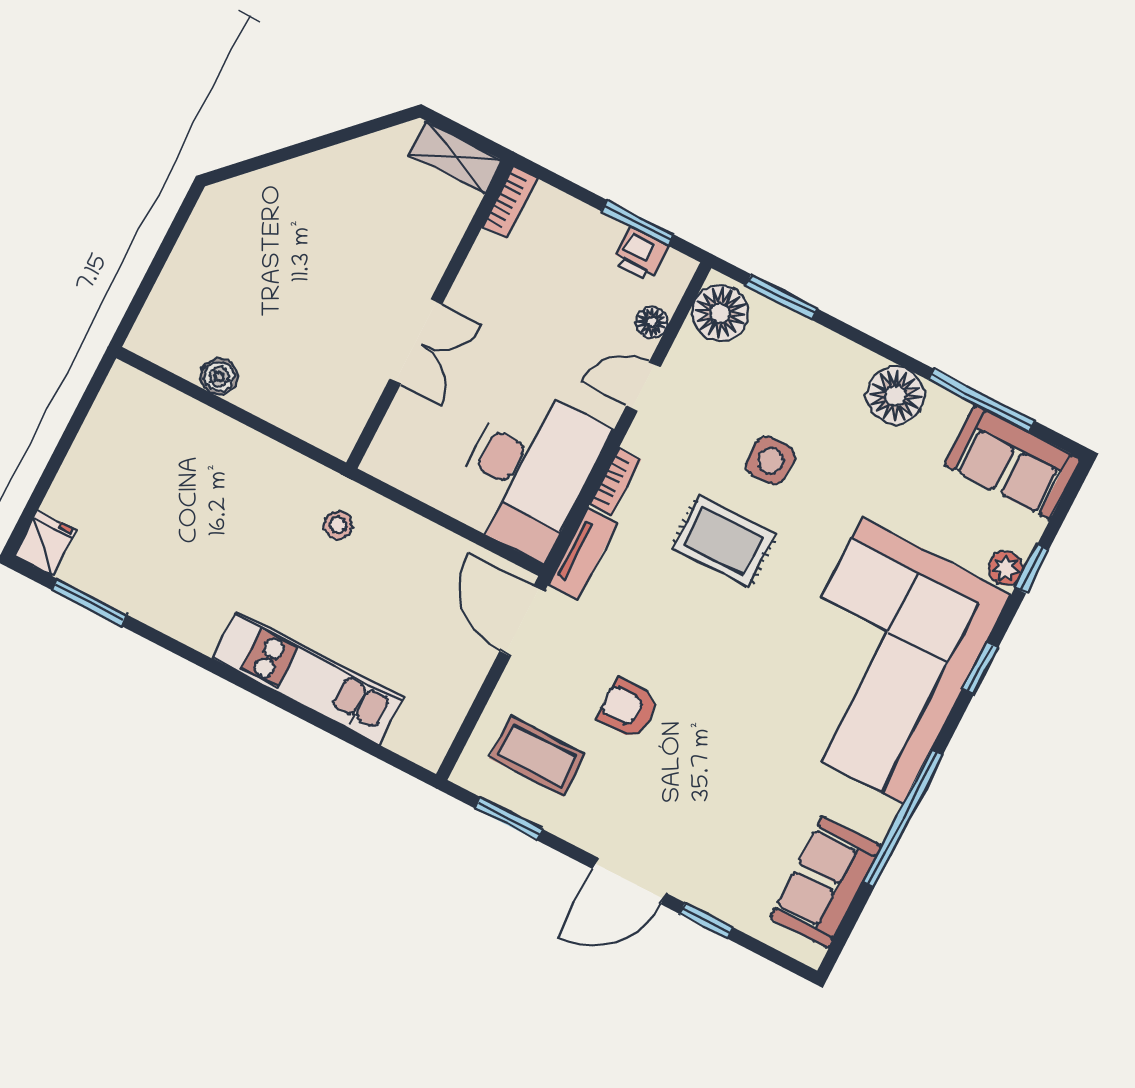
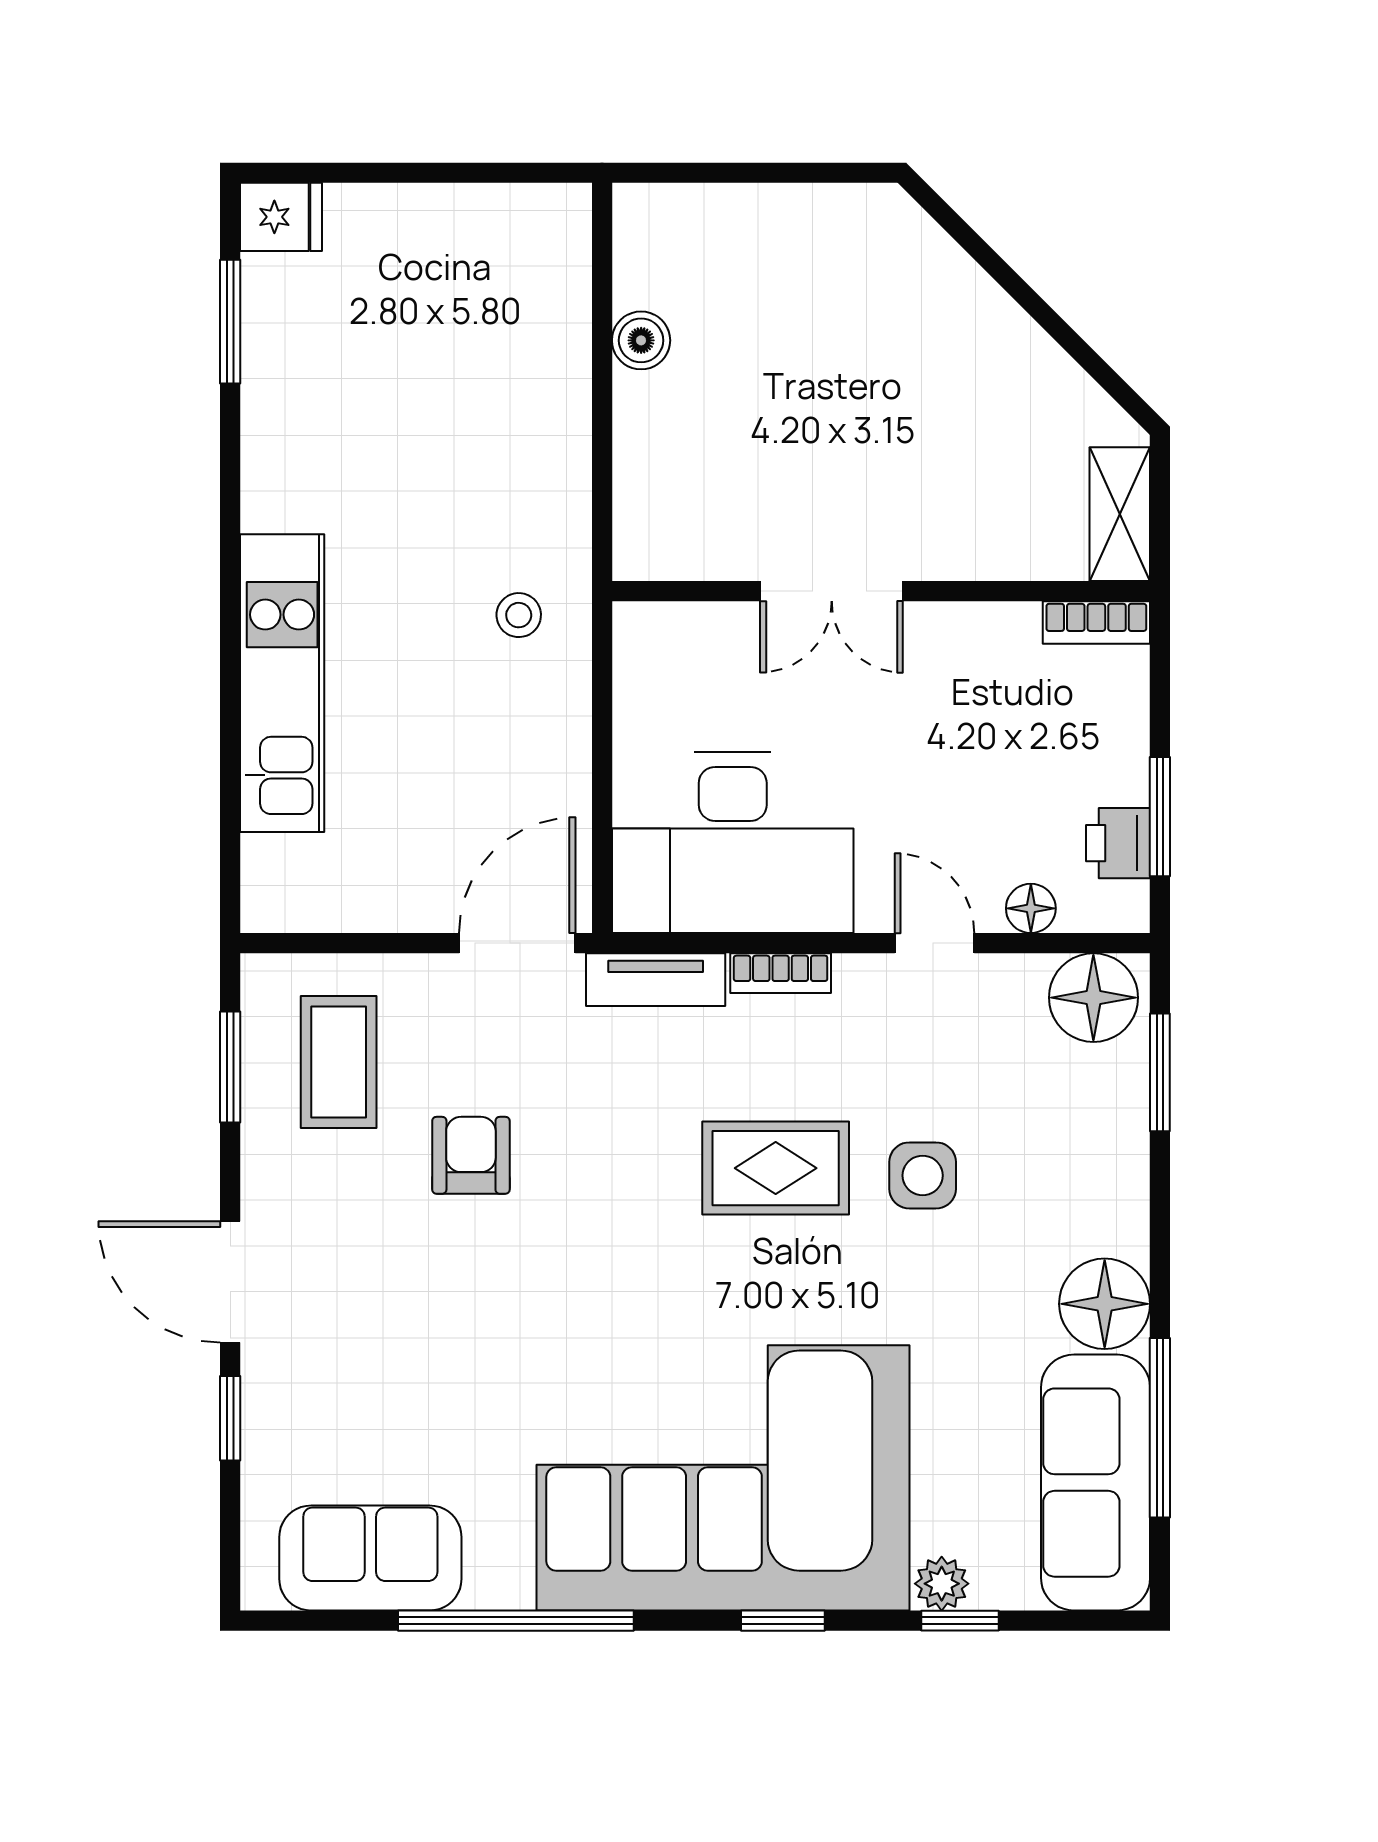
sofa: (1013, 462) -> (1096, 1483), width x1.36
rug: (724, 541) -> (776, 1168), turned 90

